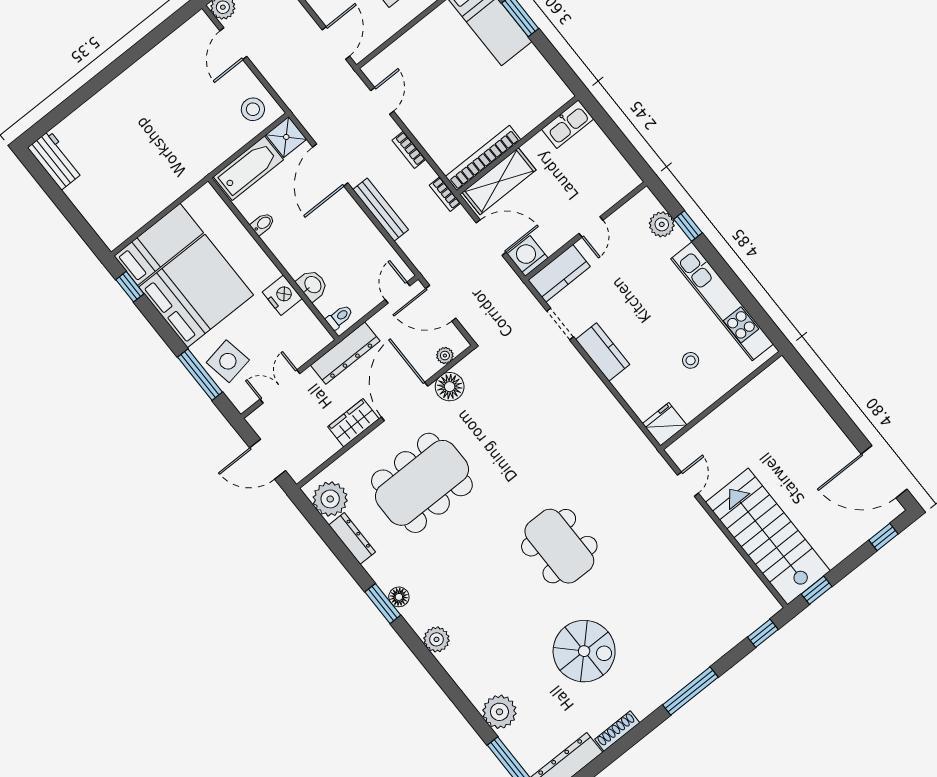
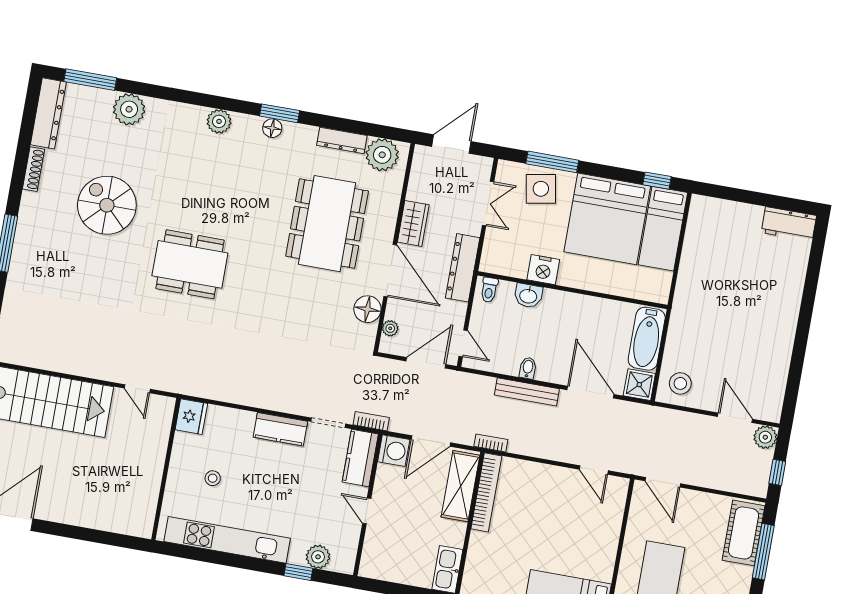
bookcase: (409, 150) -> (371, 421), moved
bidet: (263, 224) -> (528, 368), moved, turned 180
spiral stairs: (584, 651) -> (107, 205), turned 90

